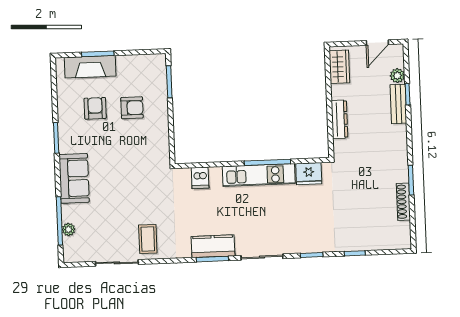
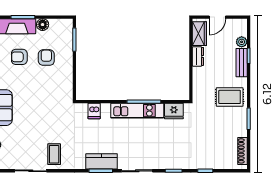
door: (377, 43) -> (217, 17), moved
floor lamp: (125, 63) -> (43, 25), added
armchair: (95, 108) -> (19, 57), turned -90
armchair: (132, 108) -> (46, 58), turned -90
dresser: (339, 119) -> (198, 56), moved, width x0.70
rug: (384, 151) -> (230, 97), added
shoe rack: (403, 202) -> (242, 151), moved

